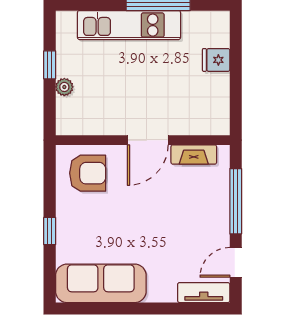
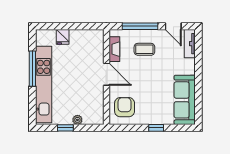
kitchen unit: (129, 25) -> (44, 85), width x1.36
coffee table: (193, 210) -> (144, 49), added

